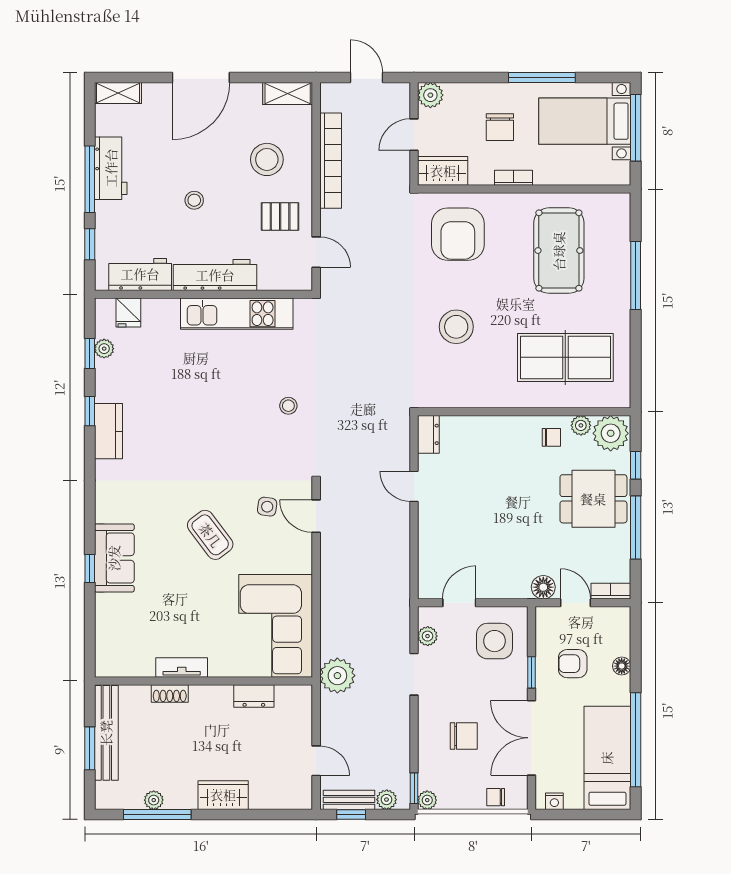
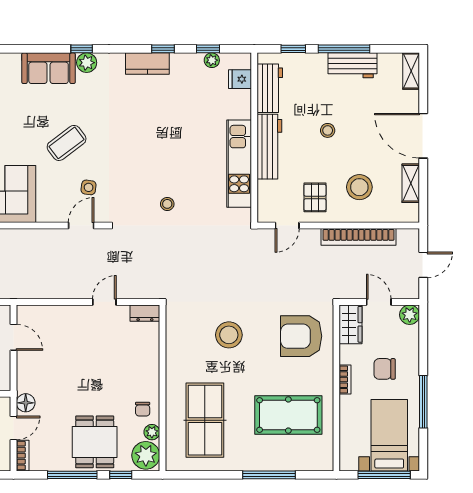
shelving: (288, 94) -> (411, 183), moved
plant: (107, 509) -> (87, 63), added
window: (90, 568) -> (82, 49), moved

